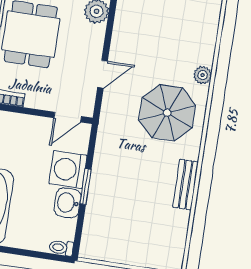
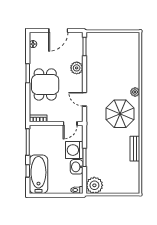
door: (103, 74) -> (84, 99), swing flipped
plant: (97, 244) -> (94, 185), added

